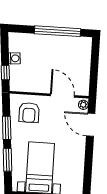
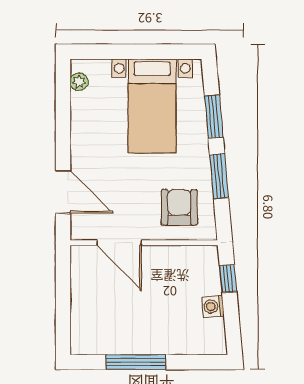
window: (58, 31) -> (136, 362), width x0.68
plant: (83, 105) -> (79, 82), moved

